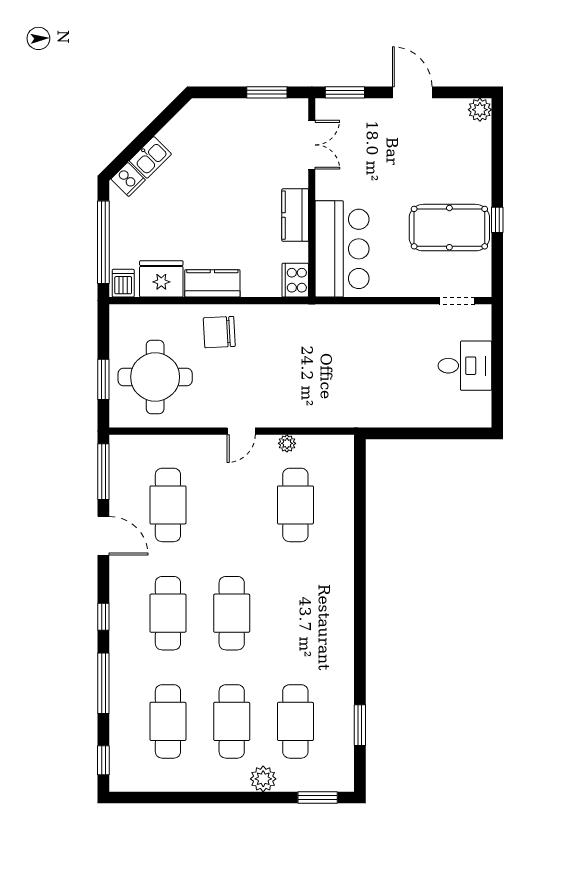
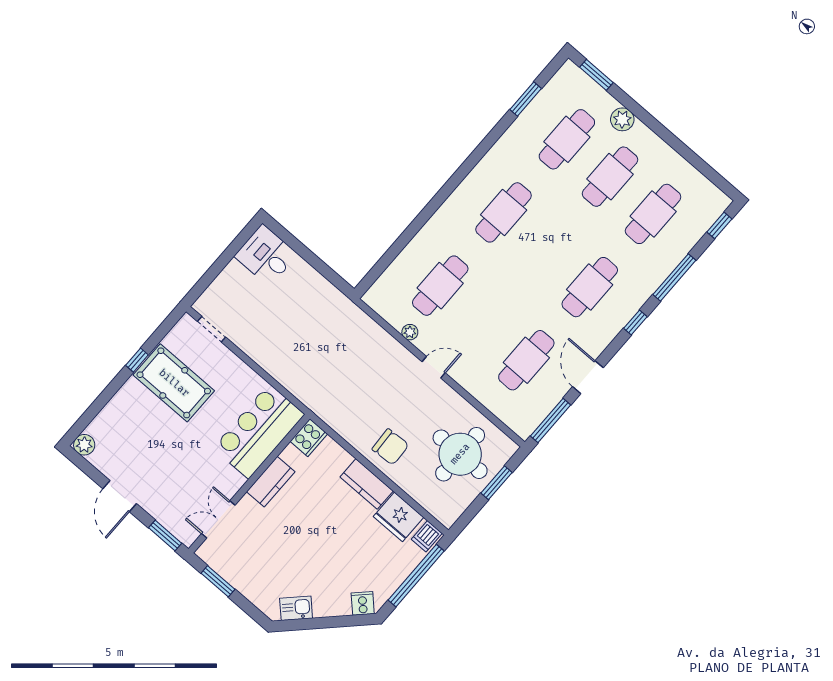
kitchen sink: (150, 157) -> (296, 608), moved
desk: (465, 366) -> (266, 255), moved
cafe table: (232, 613) -> (504, 212), moved

